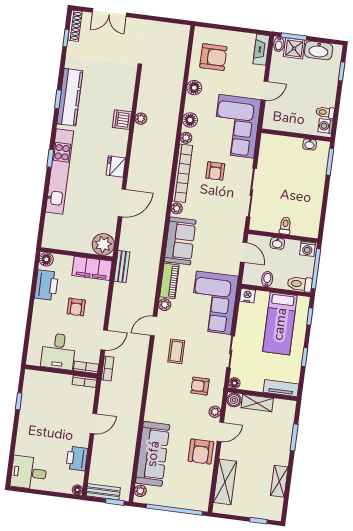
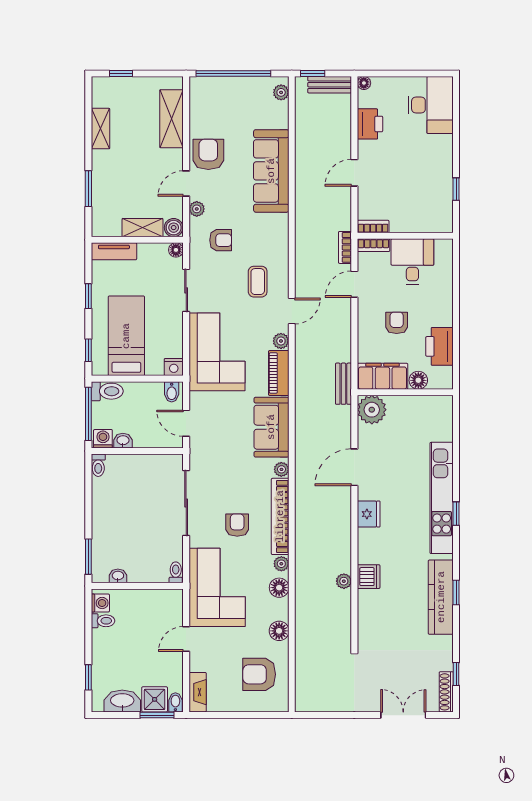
toilet: (266, 142) -> (176, 572), added
toilet: (285, 226) -> (98, 465), moved
washbasin: (277, 243) -> (123, 441), moved
floor lamp: (46, 259) -> (418, 380), moved
bidet: (267, 279) -> (172, 392), moved
sofa: (153, 454) -> (271, 171), moved
desk: (29, 473) -> (431, 105), width x1.37

